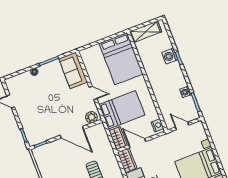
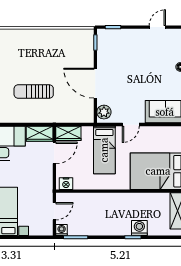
washing machine: (186, 92) -> (62, 230), moved
bed: (122, 110) -> (104, 150), width x0.67
door: (72, 132) -> (95, 83), hinge flipped

